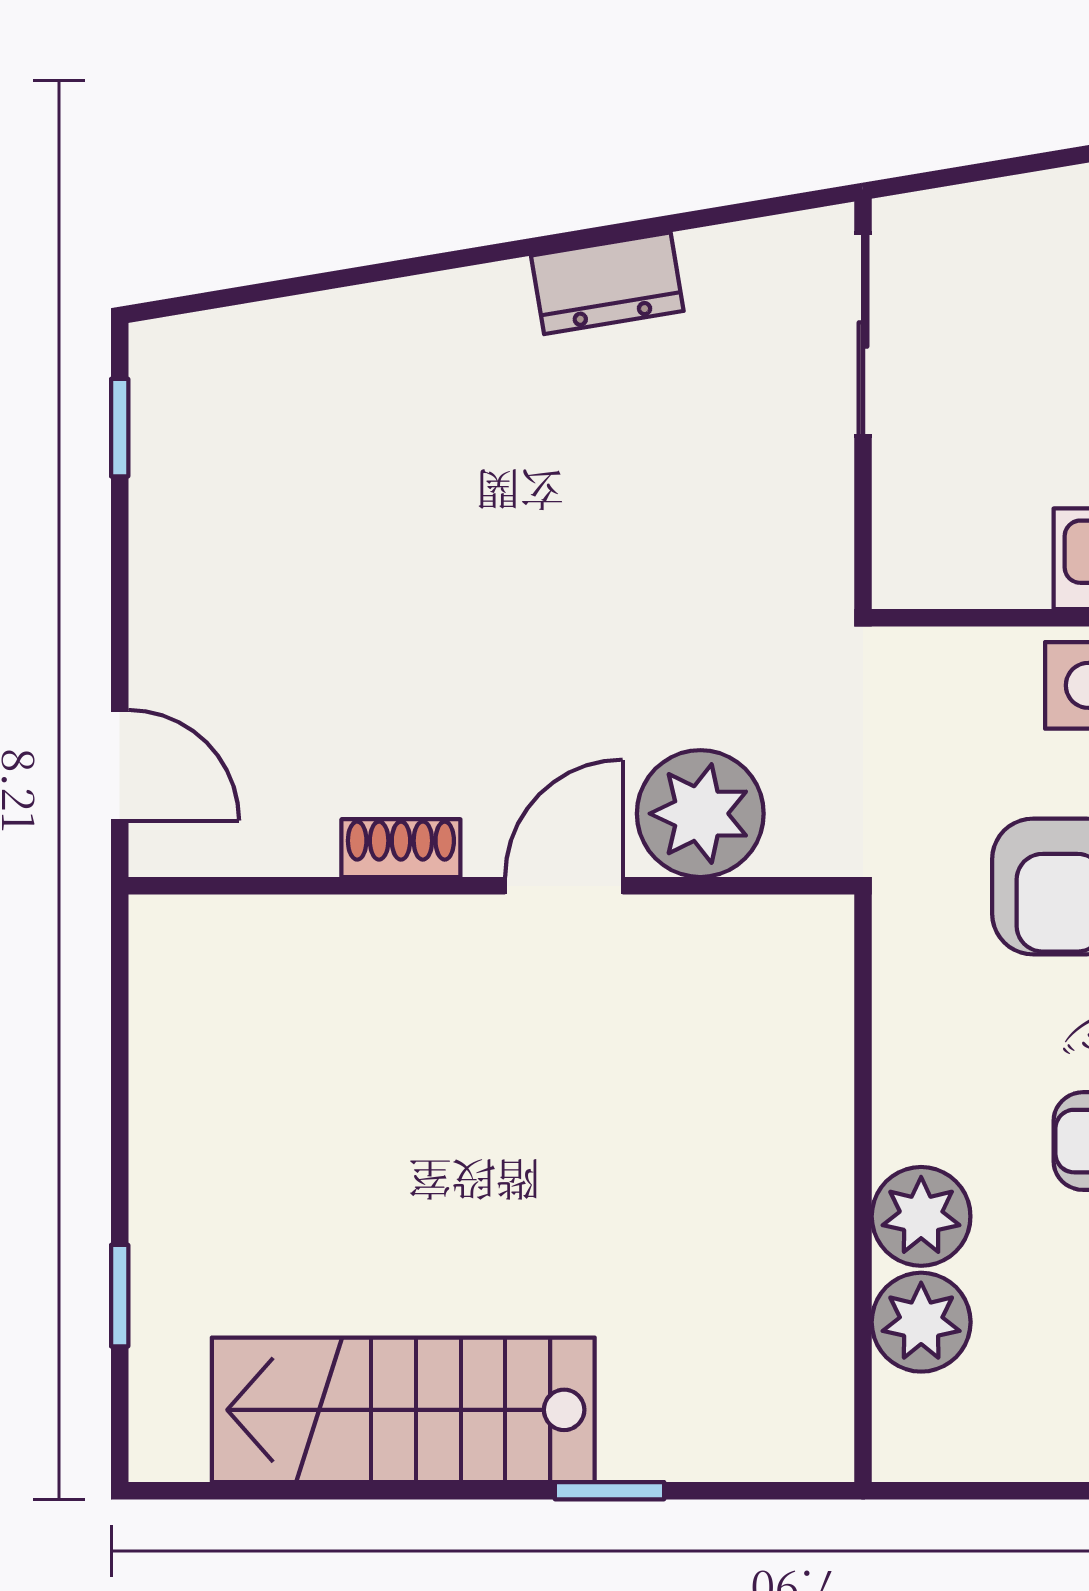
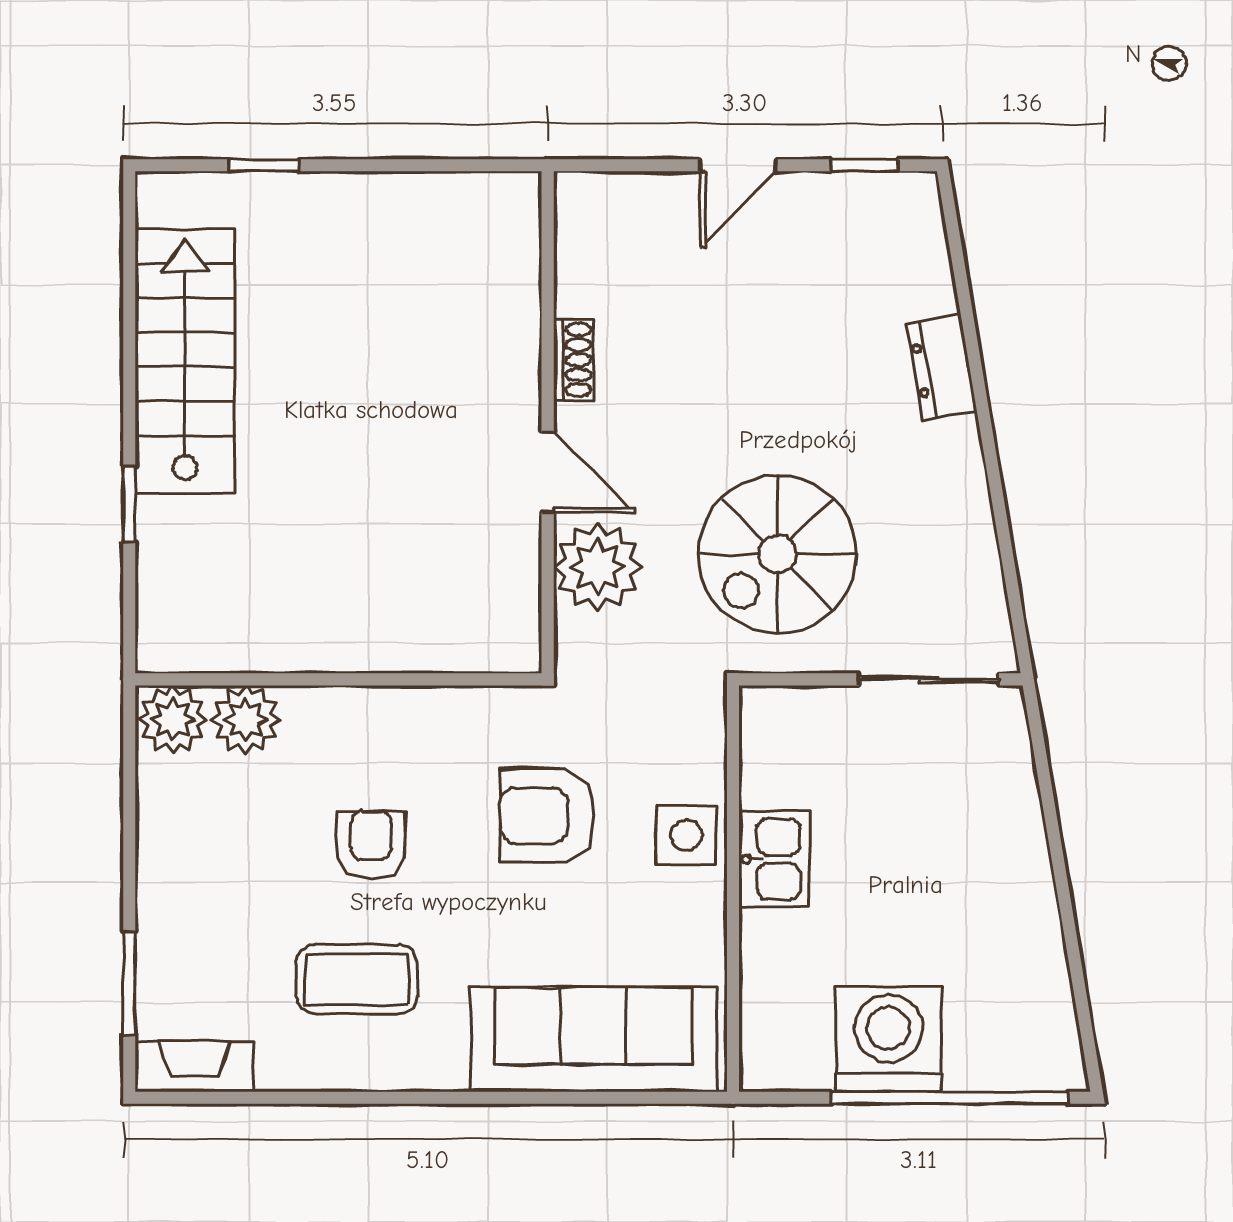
dresser: (607, 283) -> (942, 367), moved
spiral stairs: (682, 553) -> (777, 554), added
door: (120, 765) -> (738, 165), moved
plant: (921, 1216) -> (173, 719), moved

